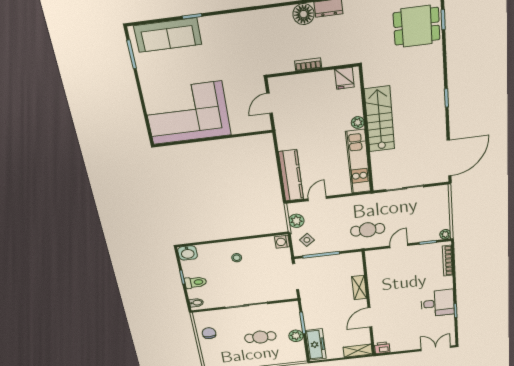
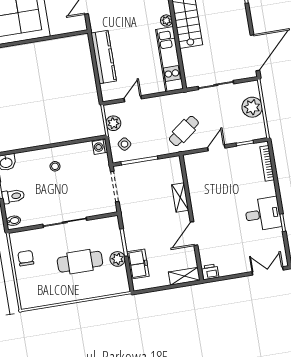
kitchen counter: (291, 176) -> (104, 57), moved
cafe table: (368, 230) -> (184, 131), turned -37
plant: (445, 234) -> (252, 107), moved, width x1.88, depth x1.88
cafe table: (260, 337) -> (80, 262), width x1.37, depth x1.35
freezer: (316, 344) -> (138, 264), width x0.71

